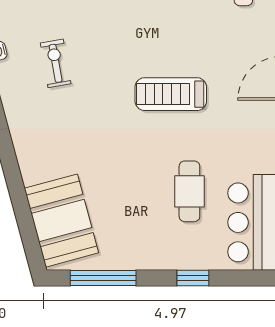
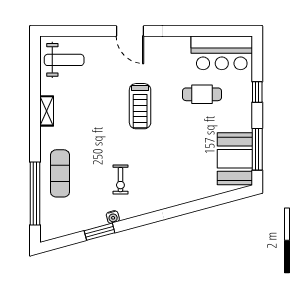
exercise bike: (56, 63) -> (120, 180), turned -80
booth: (61, 221) -> (235, 159), moved, turned -75

